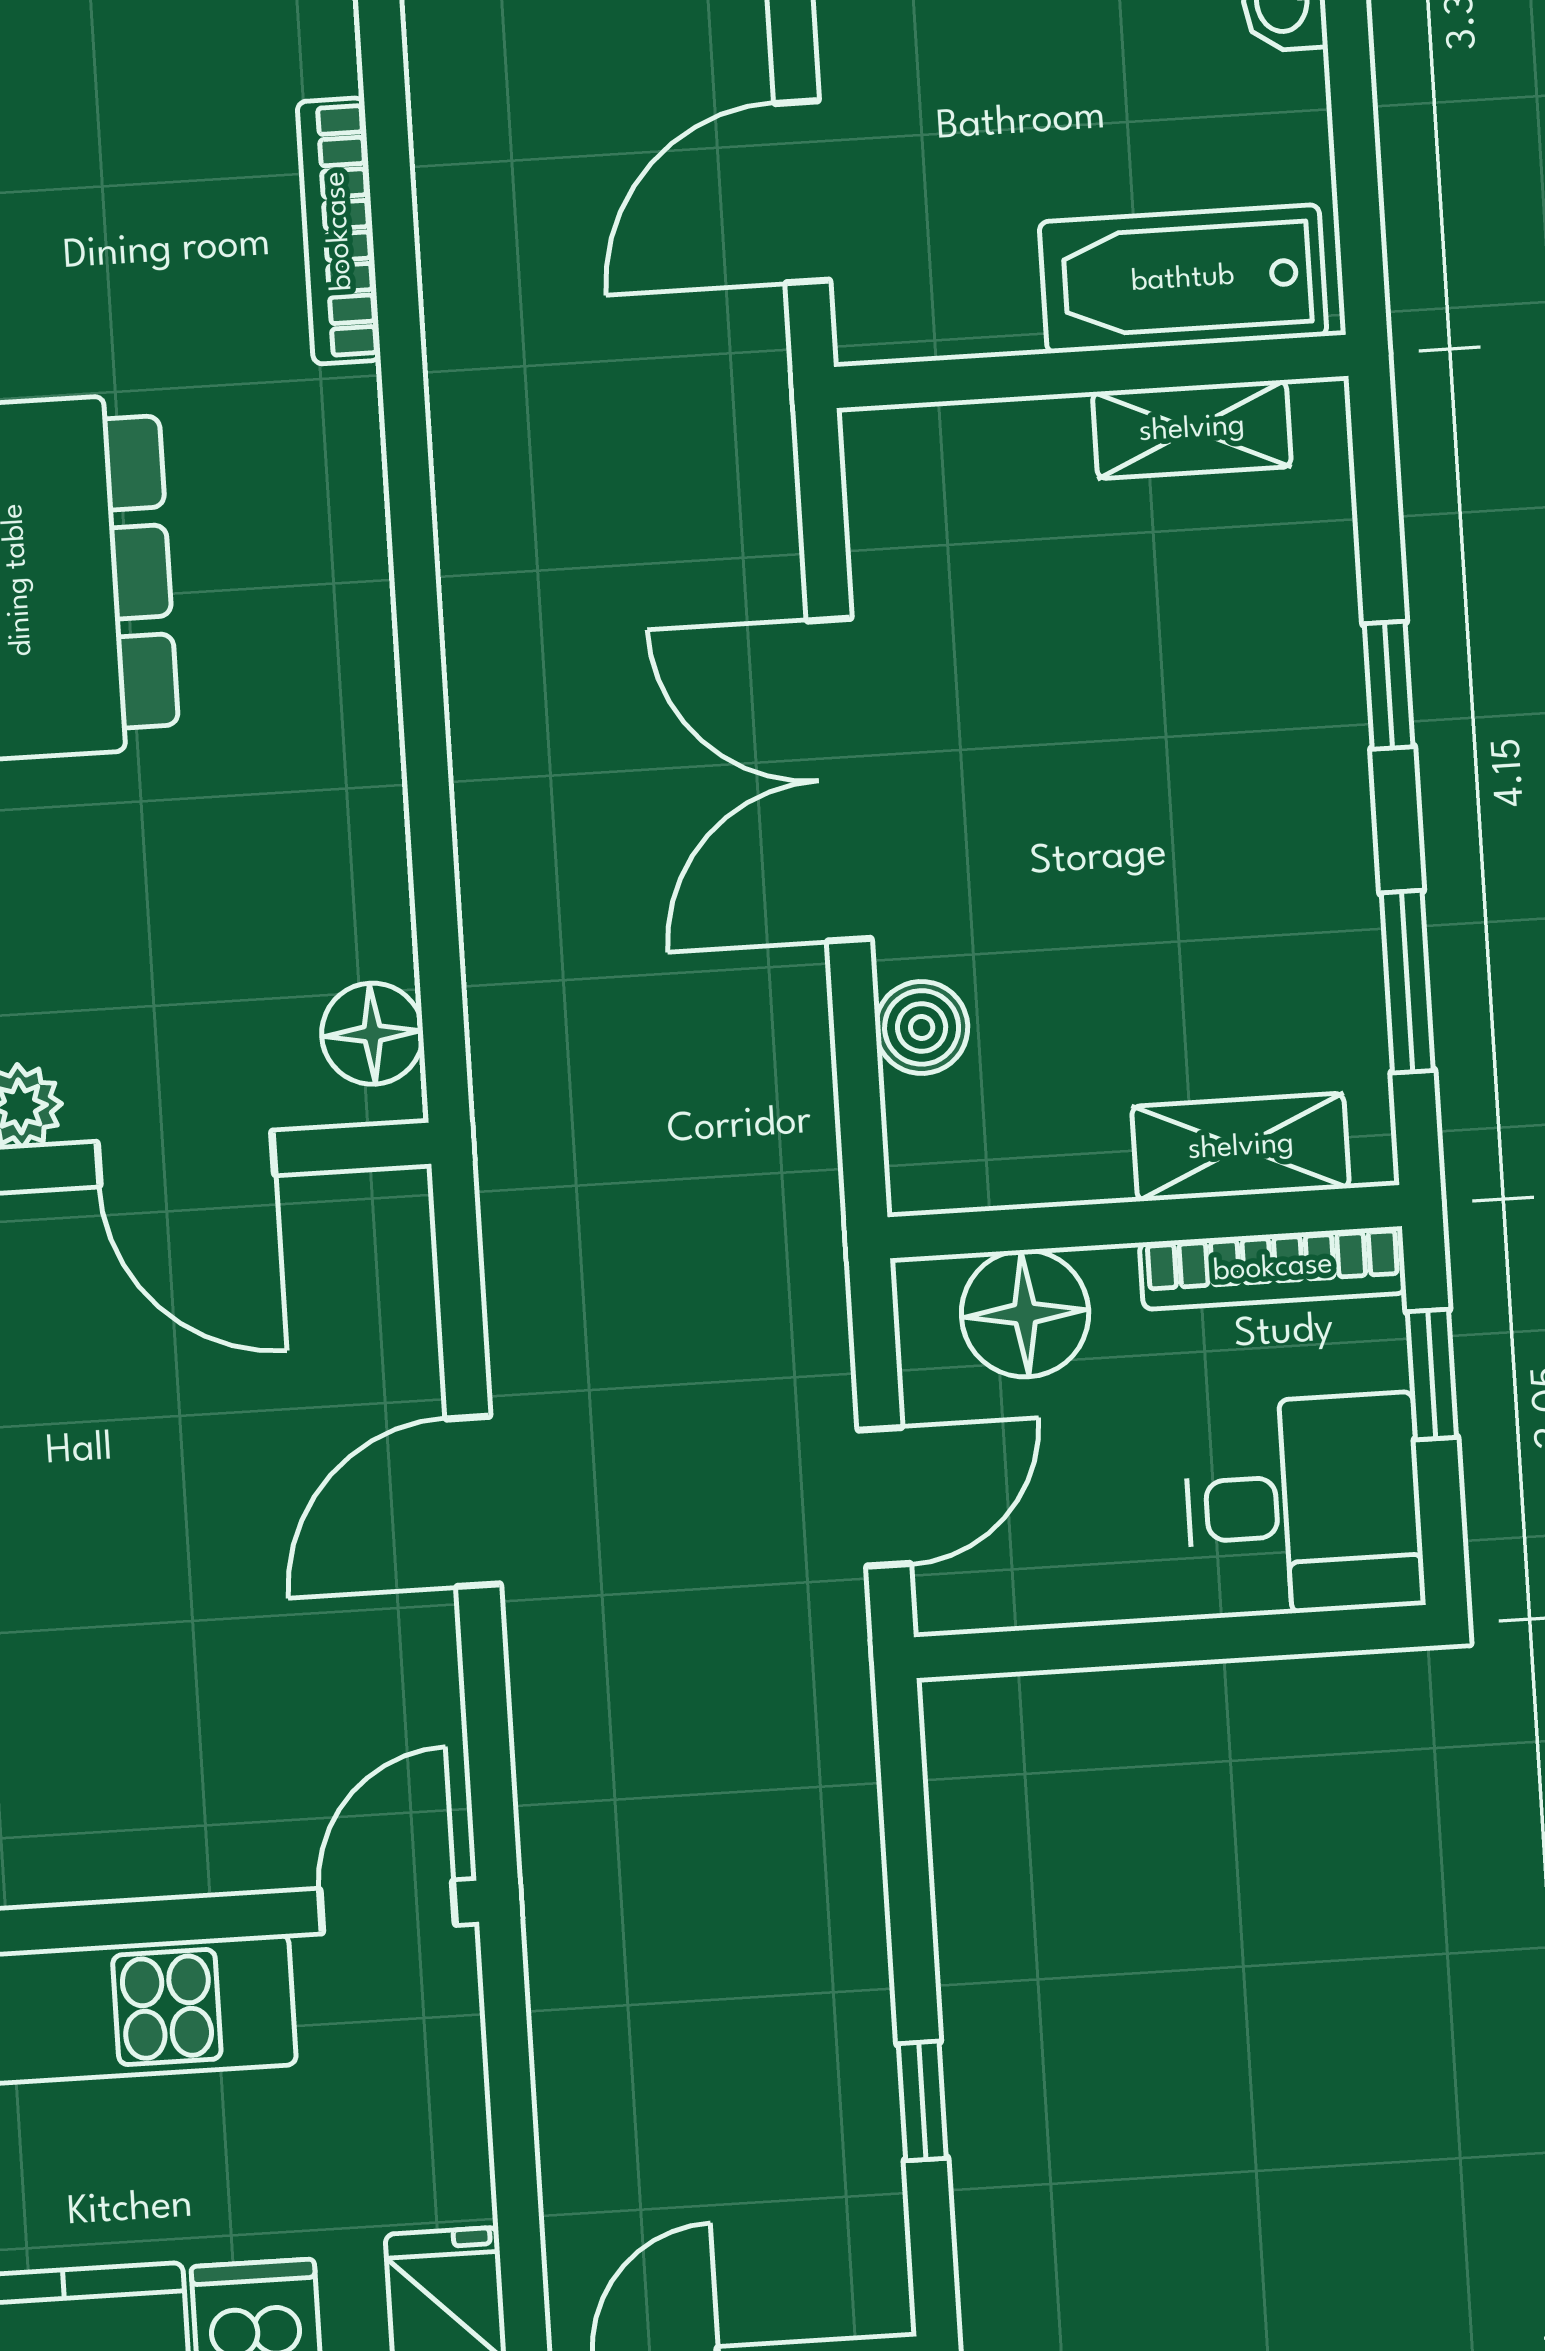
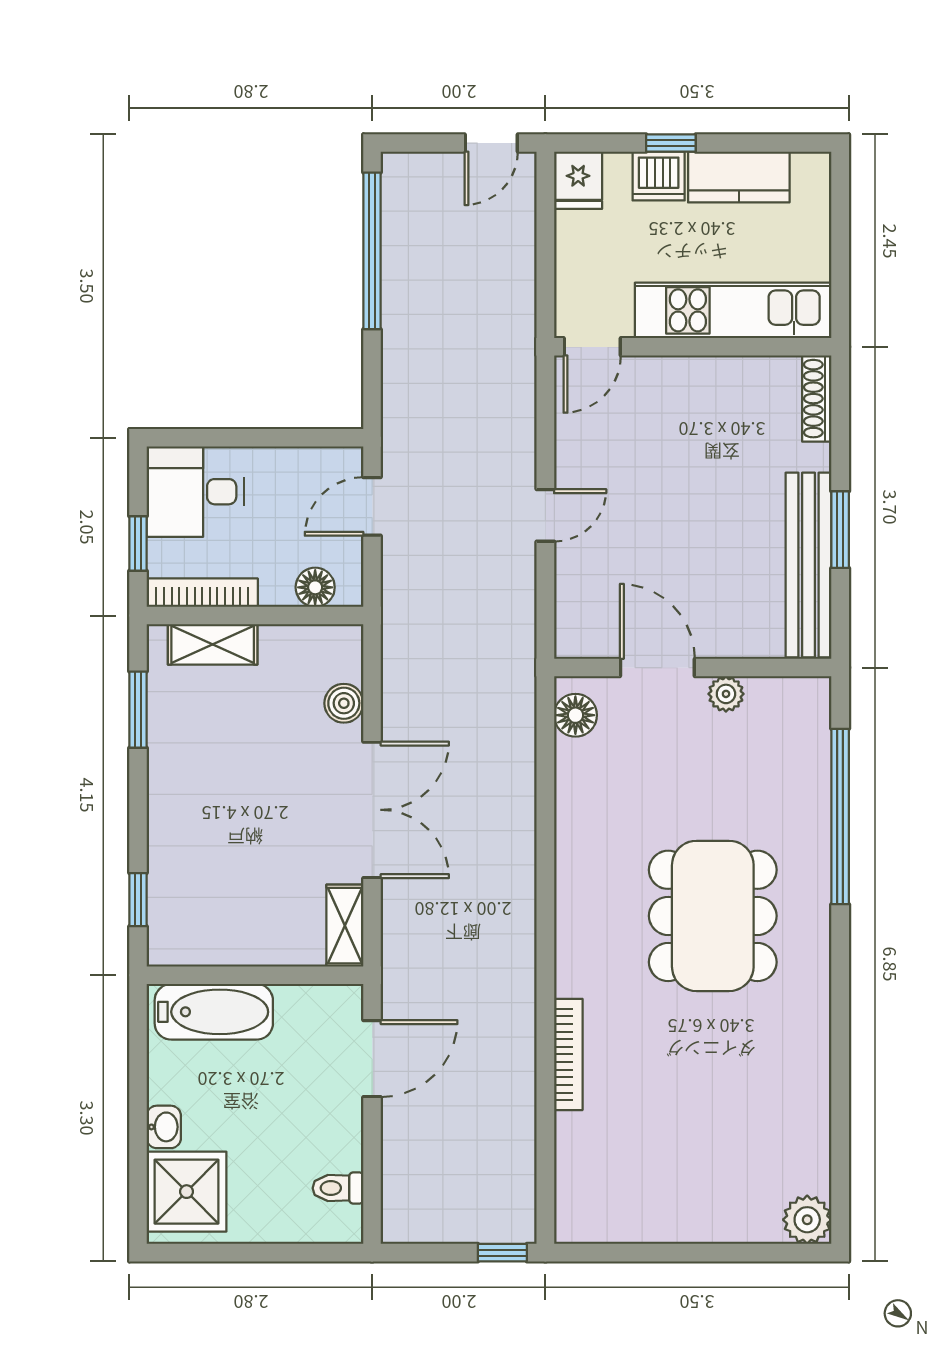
shelving: (1192, 429) -> (345, 926), moved, turned 90
window: (1389, 685) -> (138, 900), moved
floor lamp: (1025, 1313) -> (315, 587), width x0.73, depth x0.73
door: (473, 1501) -> (545, 515), width x0.73
window: (922, 2101) -> (372, 251), width x3.17

